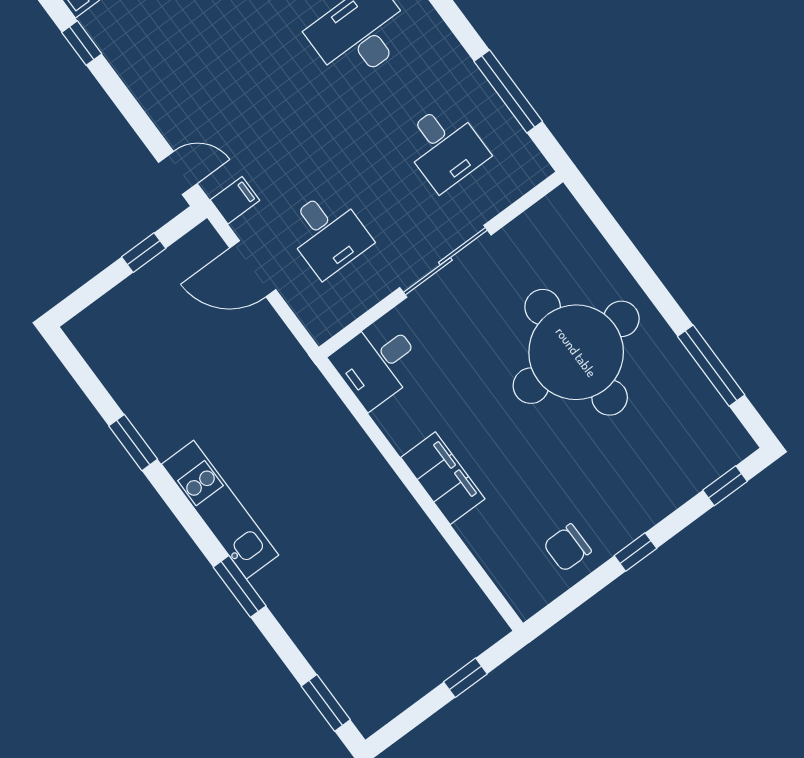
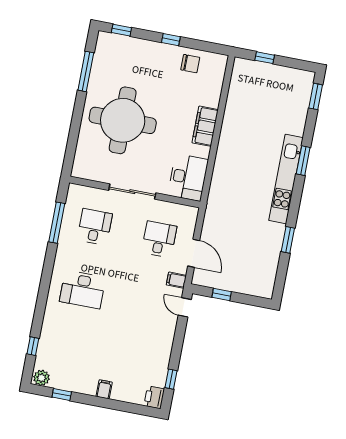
desk: (377, 363) -> (188, 177), width x1.37
kitchen unit: (220, 510) -> (286, 179), width x1.36

